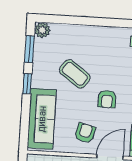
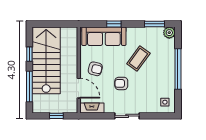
window: (92, 21) -> (178, 69), added
window: (27, 84) -> (114, 24), moved

